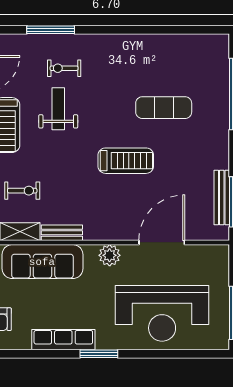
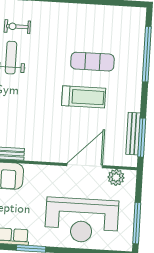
treadmill: (126, 161) -> (84, 97), moved
plant: (110, 255) -> (116, 177), moved

